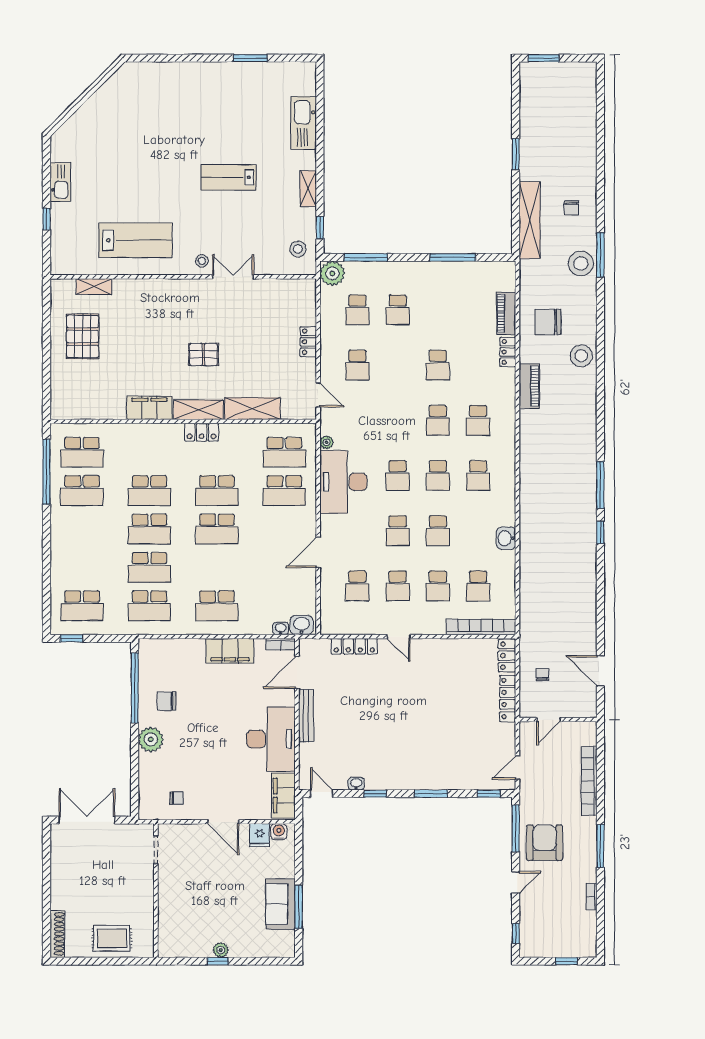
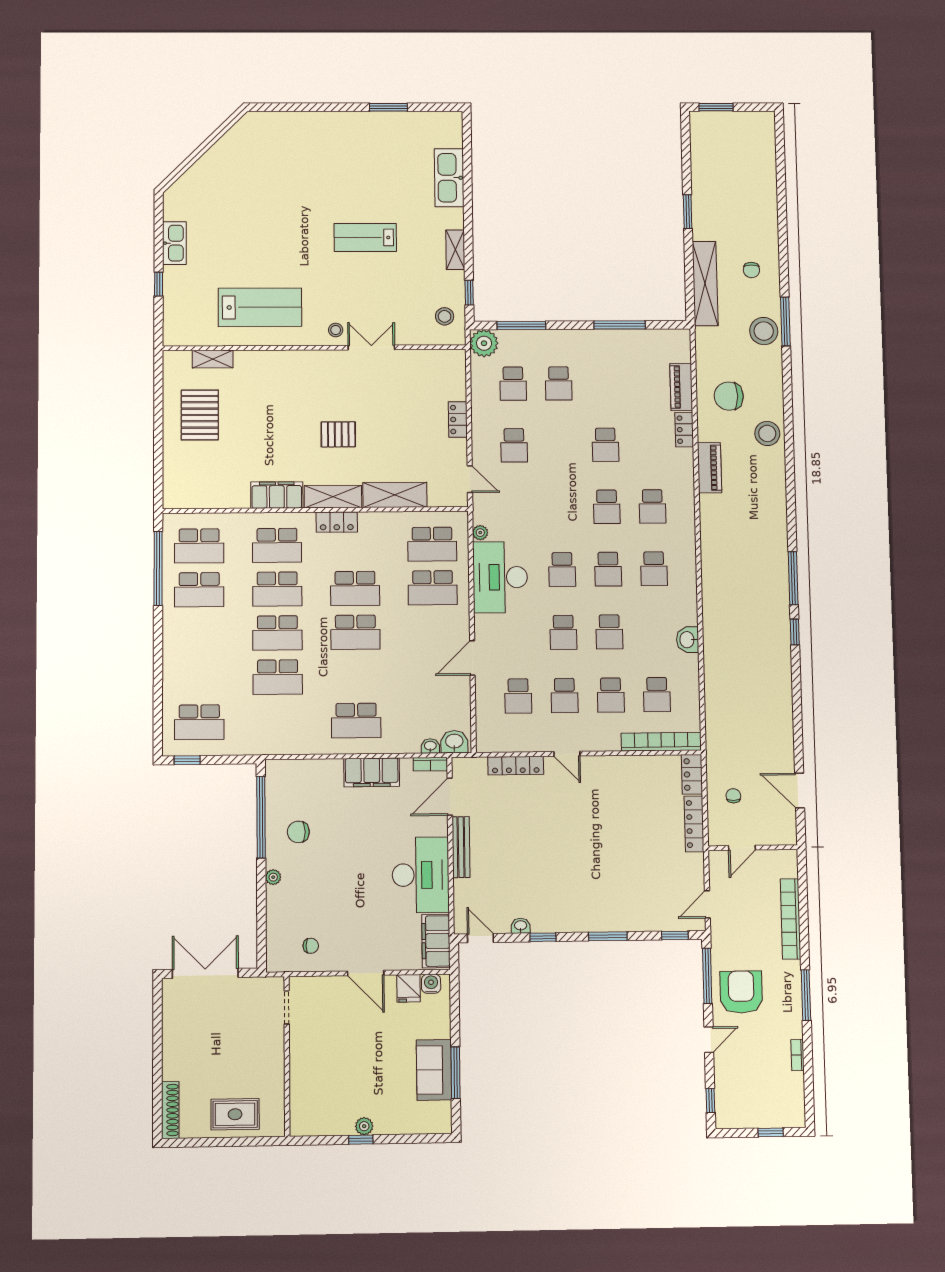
school desk: (149, 606) -> (277, 545), moved
plant: (151, 739) -> (273, 877), width x0.53, depth x0.53

